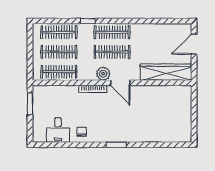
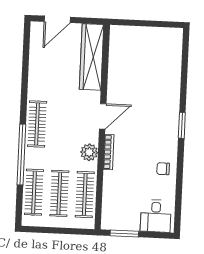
window: (88, 21) -> (21, 154), width x3.17
door: (194, 44) -> (57, 19), hinge flipped
clothes rail: (112, 52) -> (62, 125), removed
plant: (103, 74) -> (89, 152), moved
desk: (58, 130) -> (156, 216), moved, turned 90

